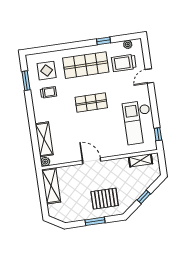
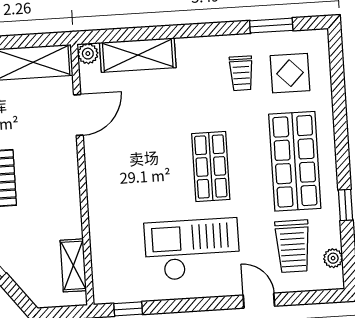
trolley: (124, 63) -> (293, 246), turned 180
checkout: (138, 123) -> (192, 249), moved
door: (92, 161) -> (78, 115), moved

